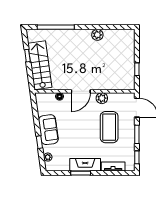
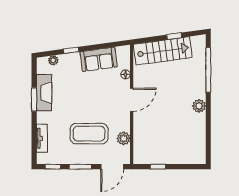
plant: (97, 35) -> (199, 106), moved
door: (81, 91) -> (132, 100), swing flipped
plant: (102, 98) -> (124, 138), moved
sofa: (48, 130) -> (99, 59), moved
fireplace: (85, 165) -> (44, 93), moved

